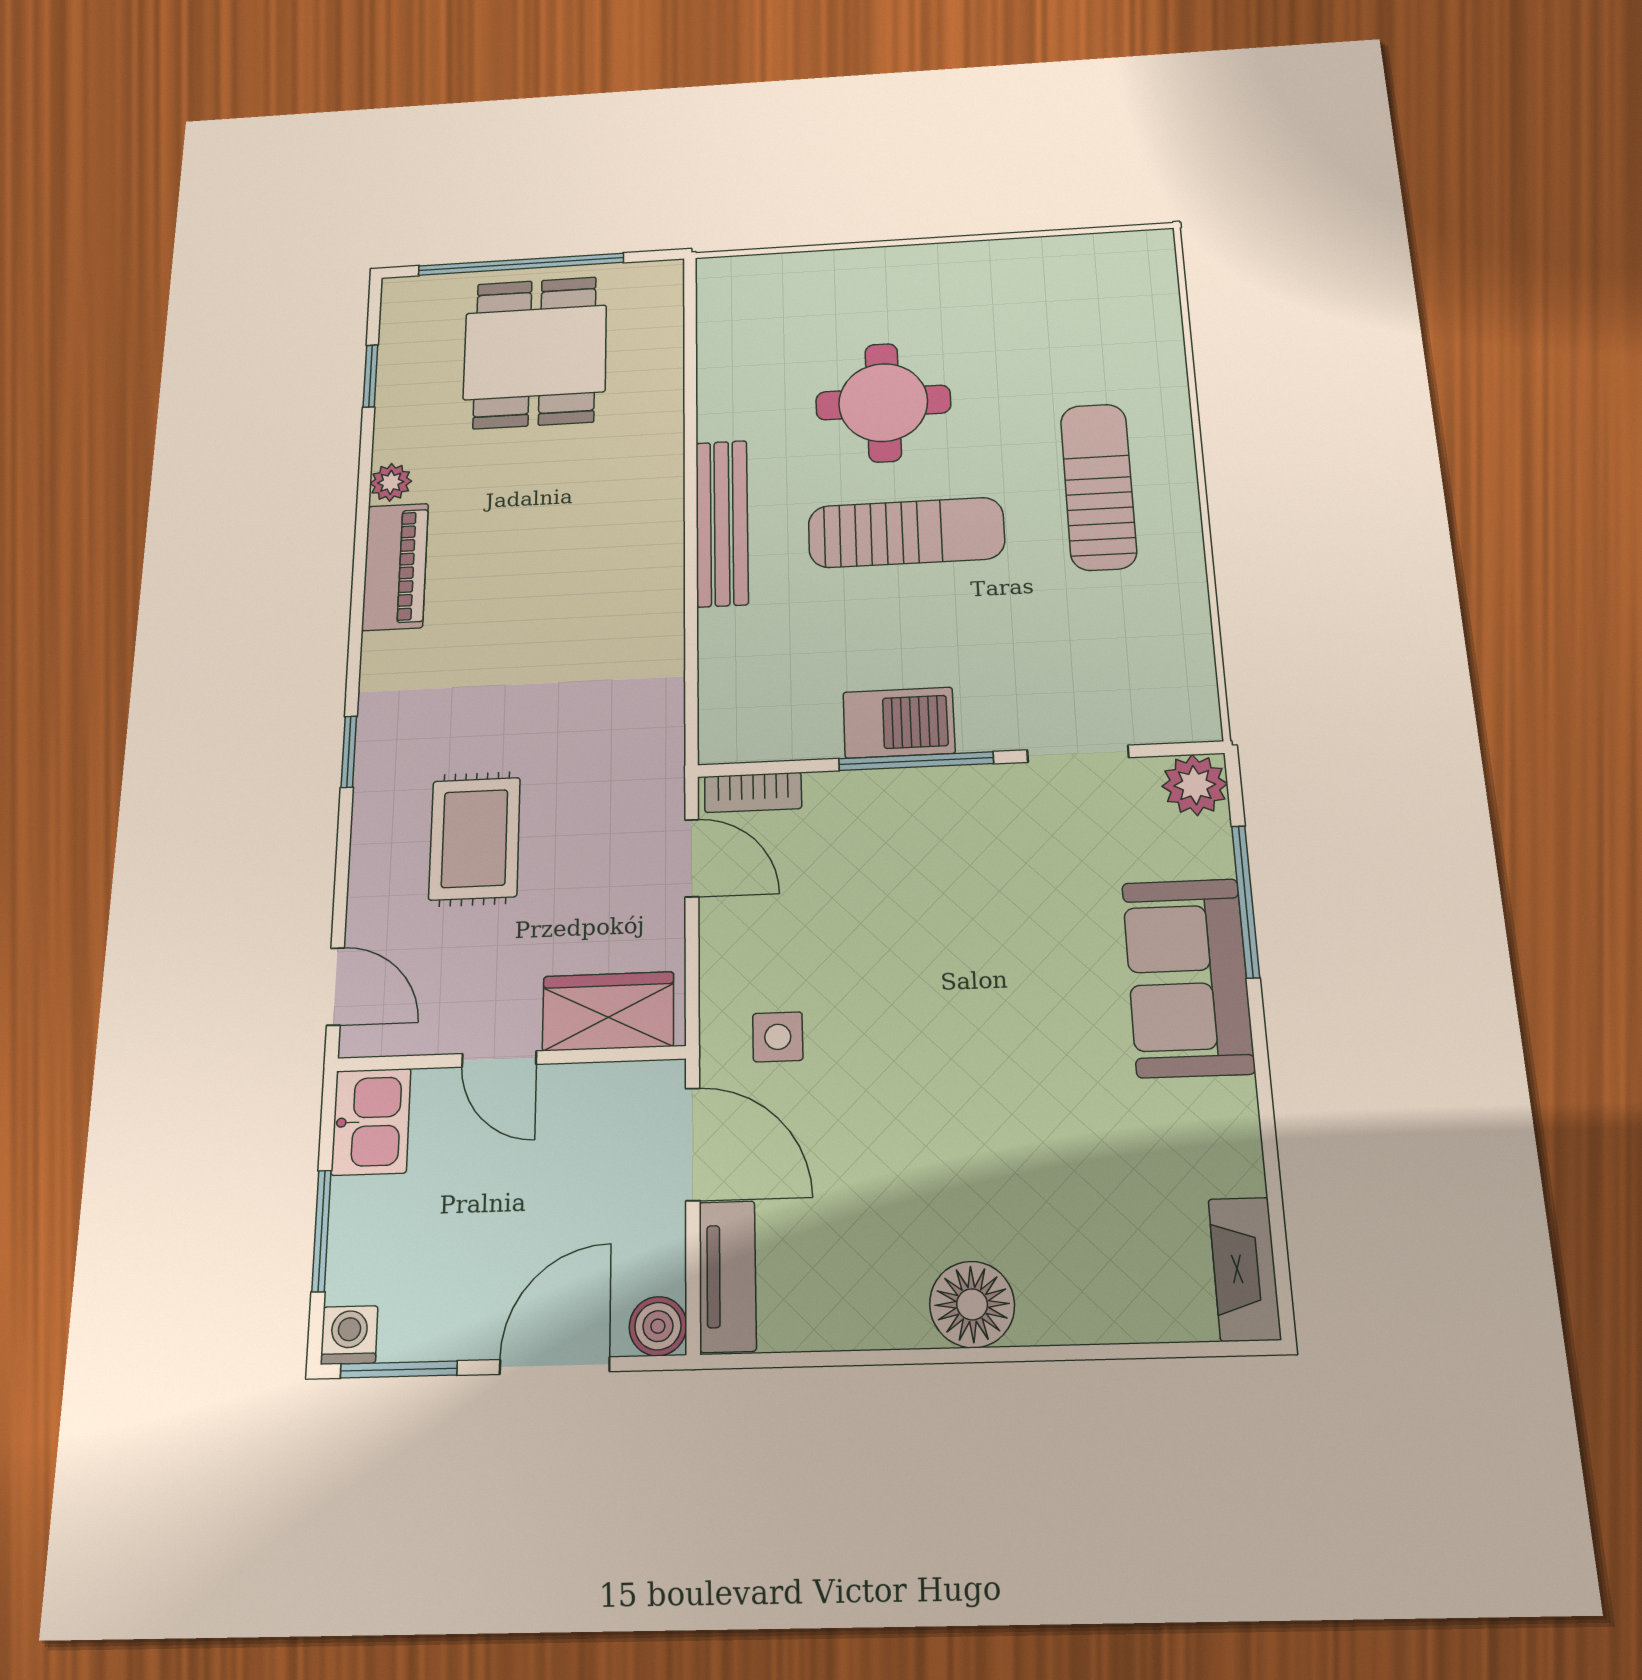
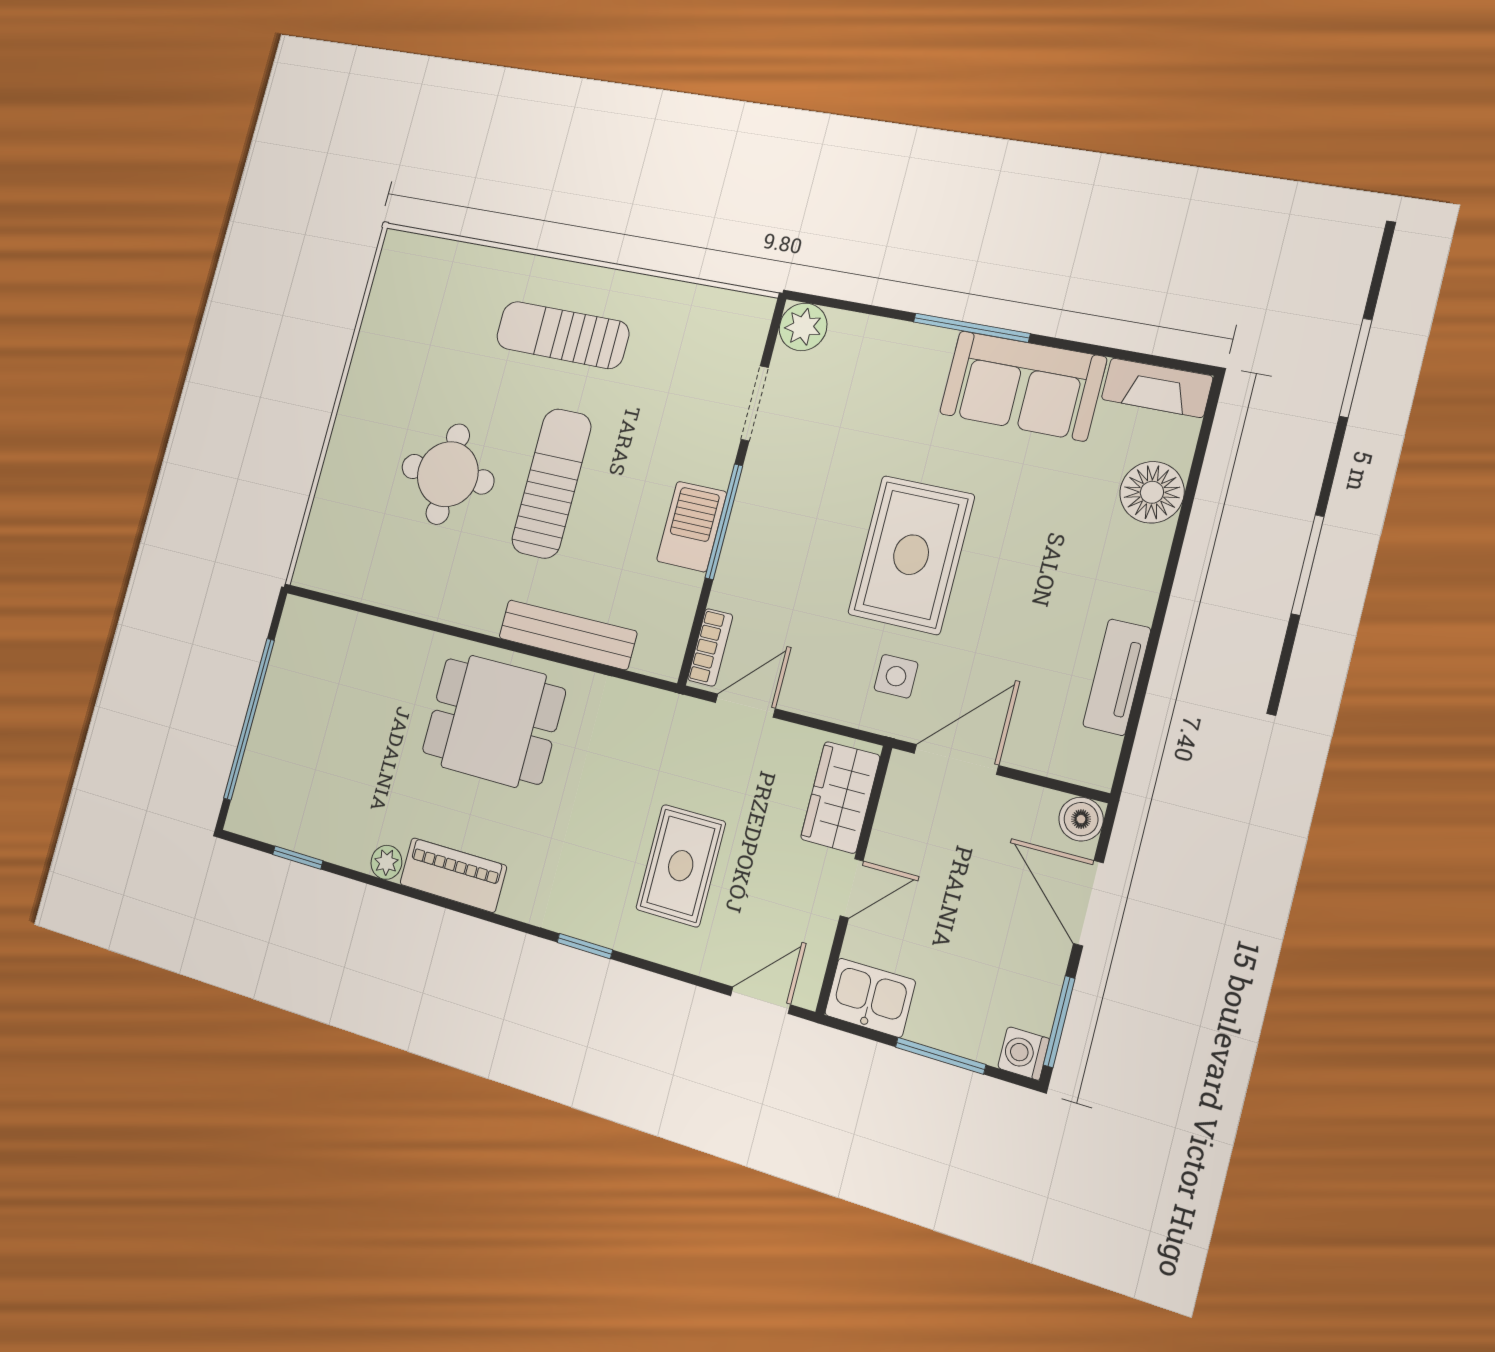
dining table: (535, 352) -> (494, 721), moved
bench: (722, 523) -> (568, 635), moved
rug: (475, 839) -> (681, 866), turned 90
window: (1246, 901) -> (971, 328), moved
sofa: (1188, 977) -> (1023, 386), moved
rug: (938, 1010) -> (911, 555), added
tv unit: (727, 1276) -> (1117, 677), moved, turned -90
floor lamp: (972, 1304) -> (1152, 492), moved

